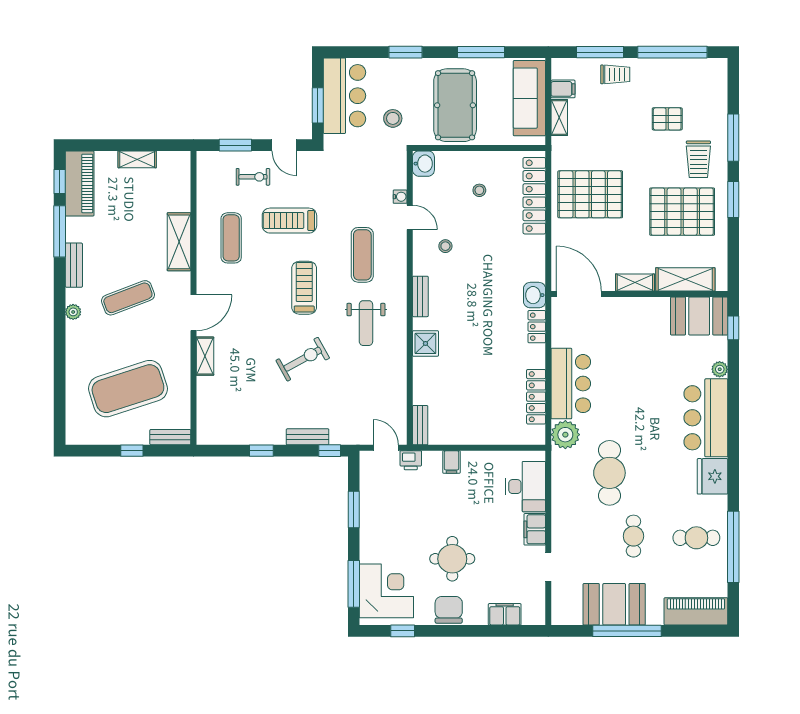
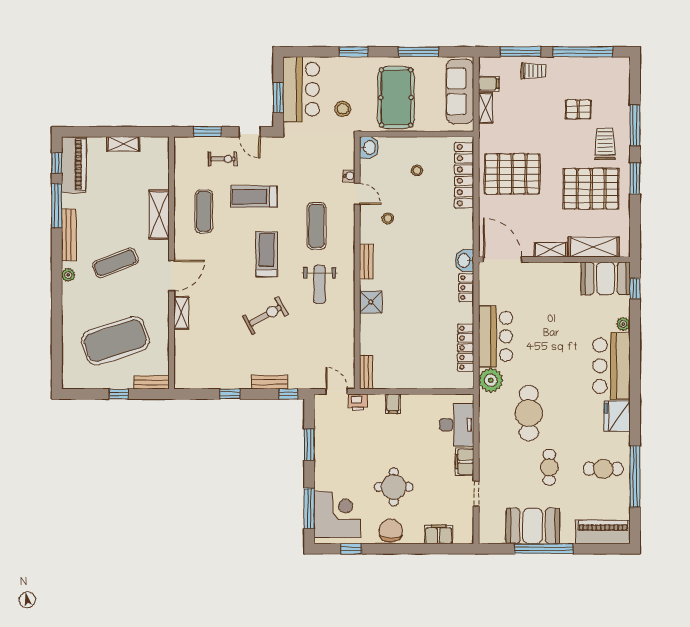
trolley: (698, 159) -> (605, 144), turned 180
bench: (74, 265) -> (69, 235), width x1.36

